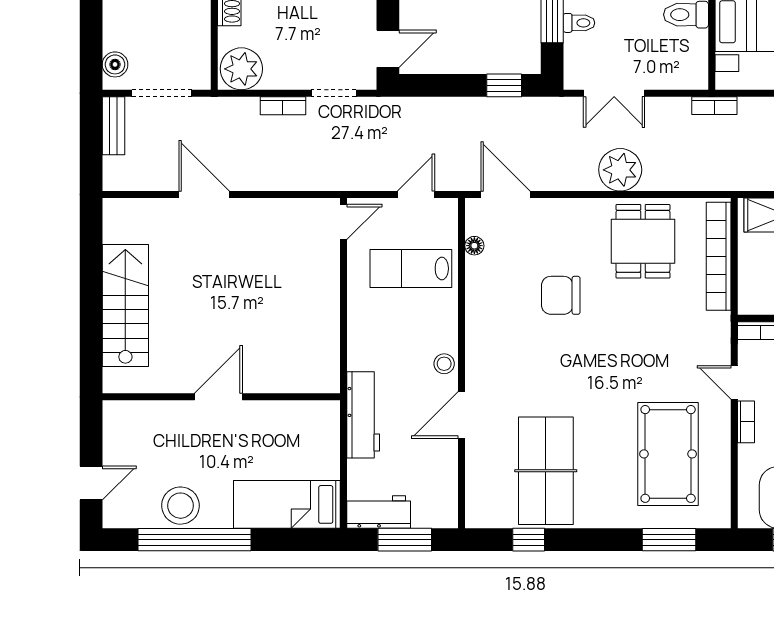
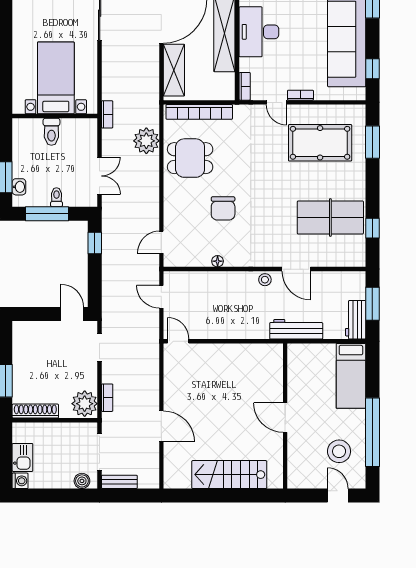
bookcase: (283, 106) -> (107, 398), moved
plant: (620, 170) -> (146, 141), moved
door: (204, 194) -> (161, 426), swing flipped
door: (506, 194) -> (161, 242), width x0.73
floor lamp: (474, 246) -> (218, 261), moved
lab bench: (411, 269) -> (207, 300), removed
door: (734, 382) -> (276, 102), hinge flipped
stool: (180, 506) -> (339, 451), moved

